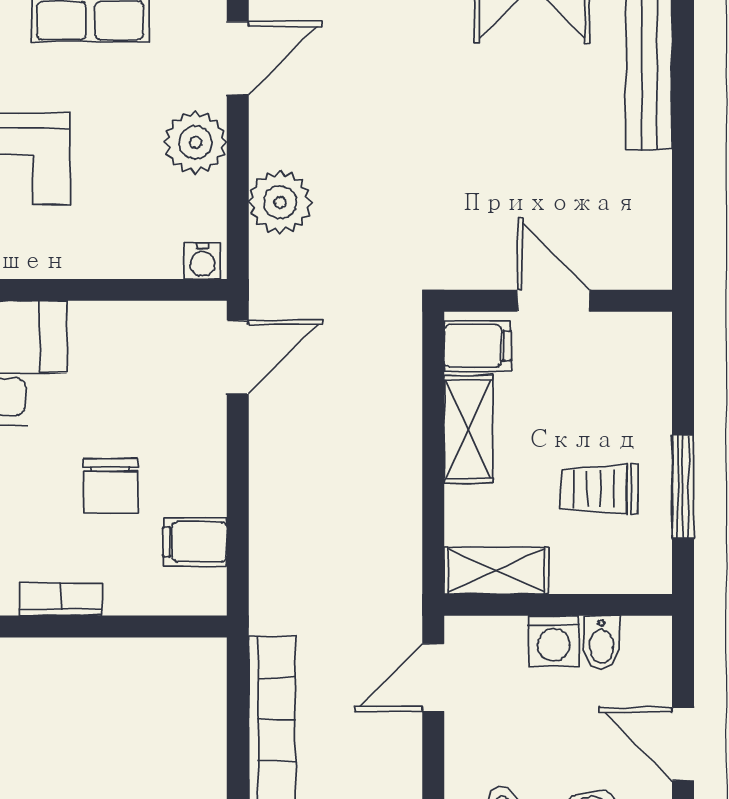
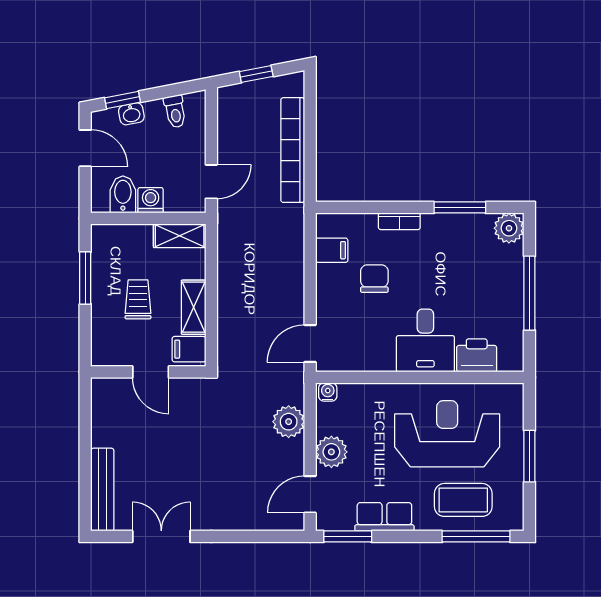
trolley: (599, 489) -> (138, 299), moved, turned -90
bidet: (601, 643) -> (123, 194), width x1.38, depth x1.36

